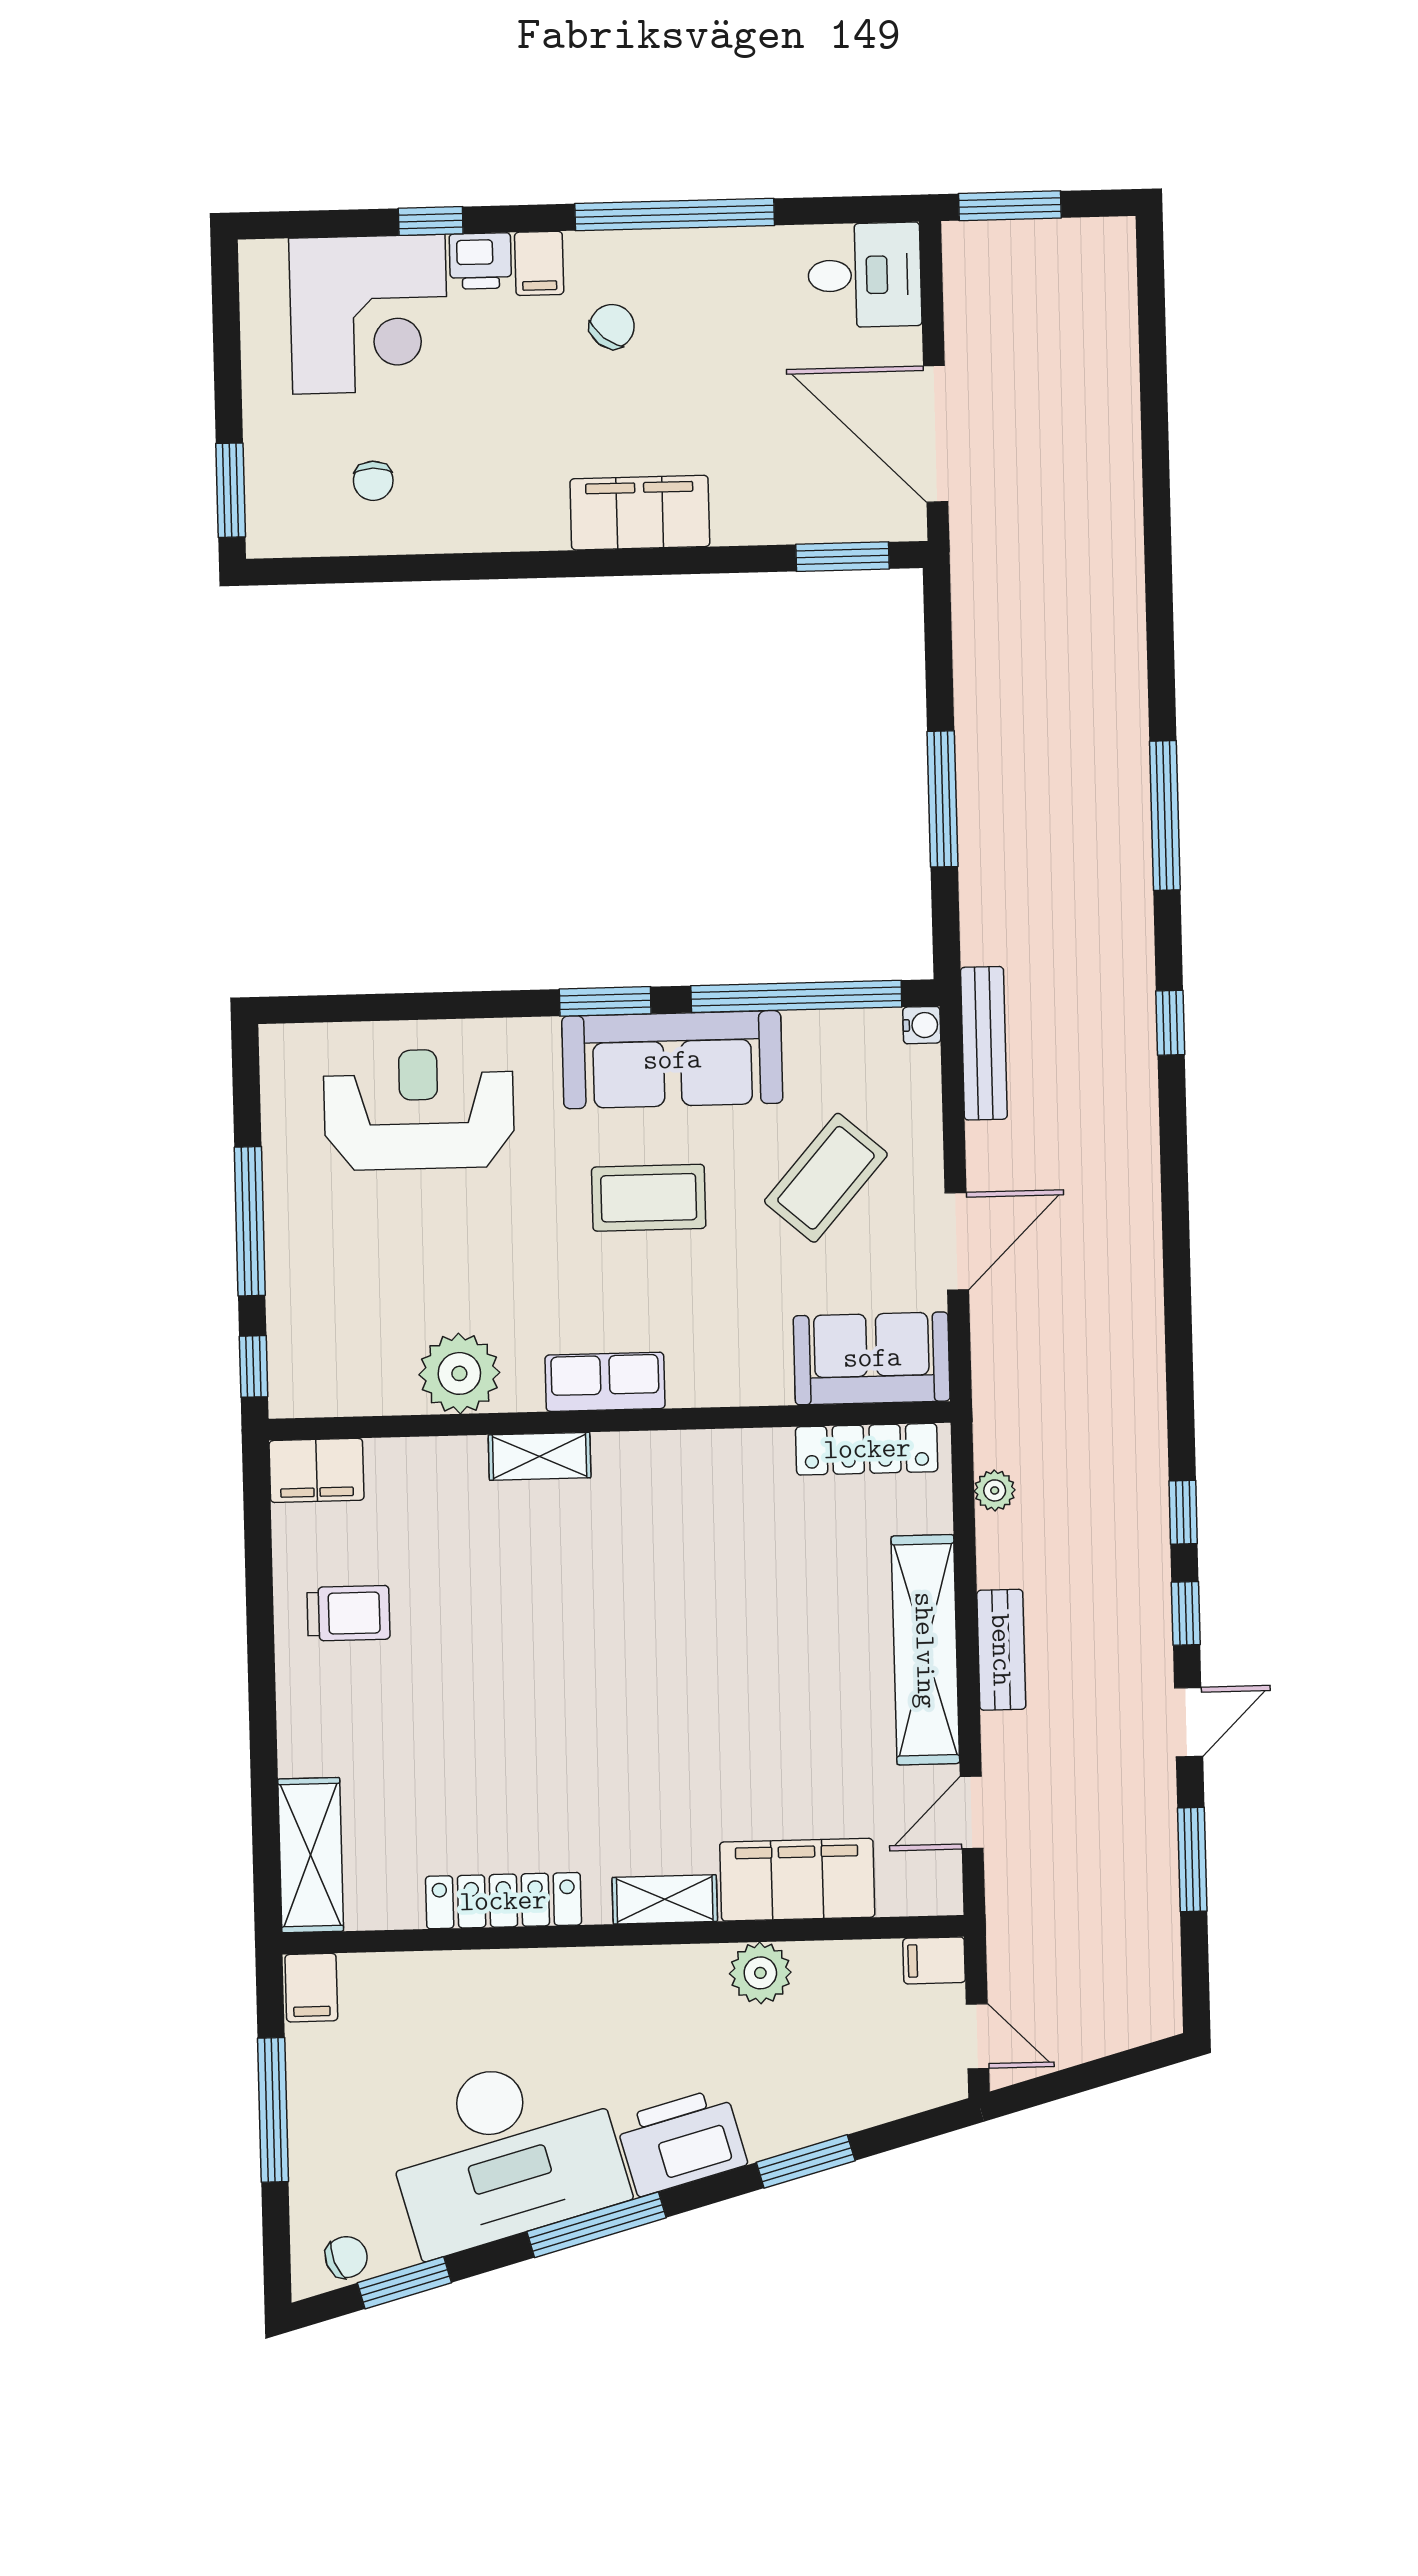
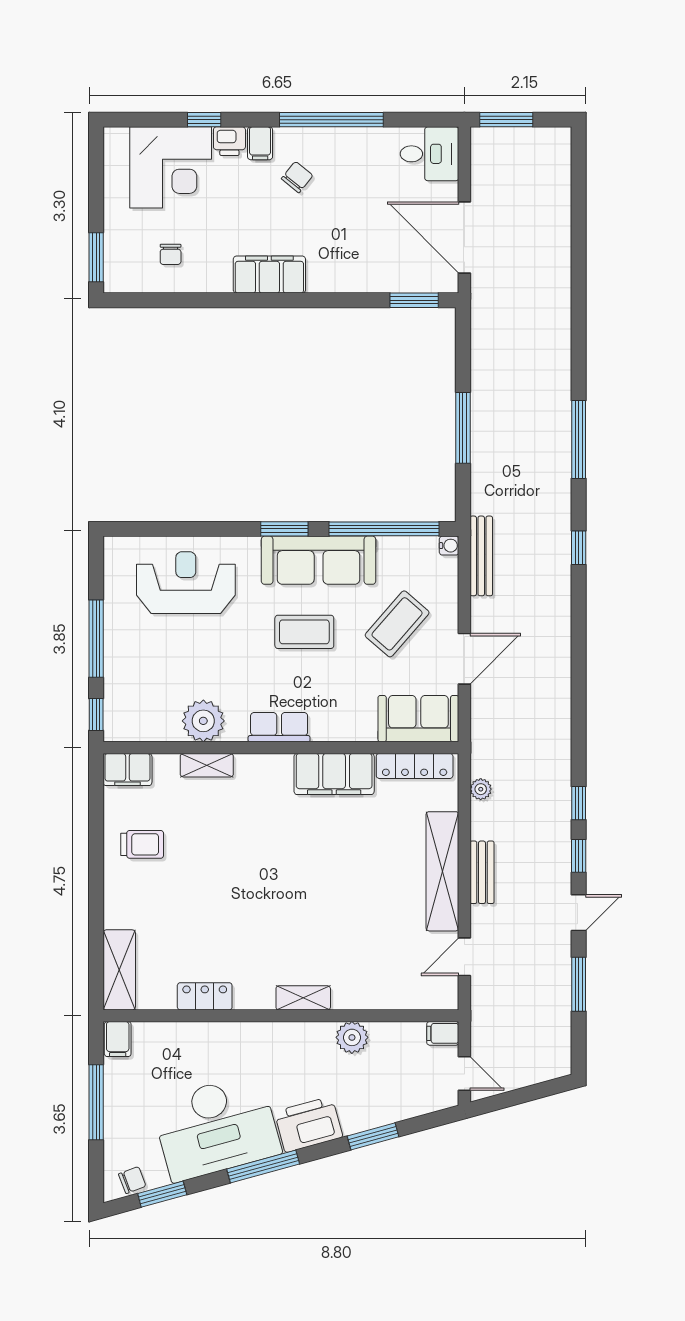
filing cabinet: (640, 513) -> (269, 275), moved
shelving: (540, 1456) -> (207, 765), moved
filing cabinet: (797, 1880) -> (334, 774), moved, turned 180
locker: (503, 1901) -> (205, 996), width x0.66

